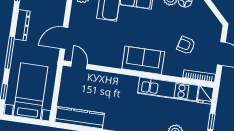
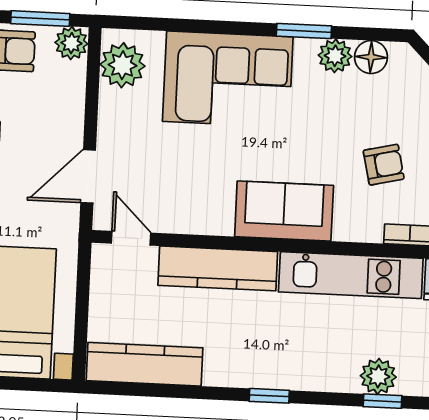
armchair: (186, 45) -> (384, 165), turned 153
kitchen counter: (114, 81) -> (218, 268), added

